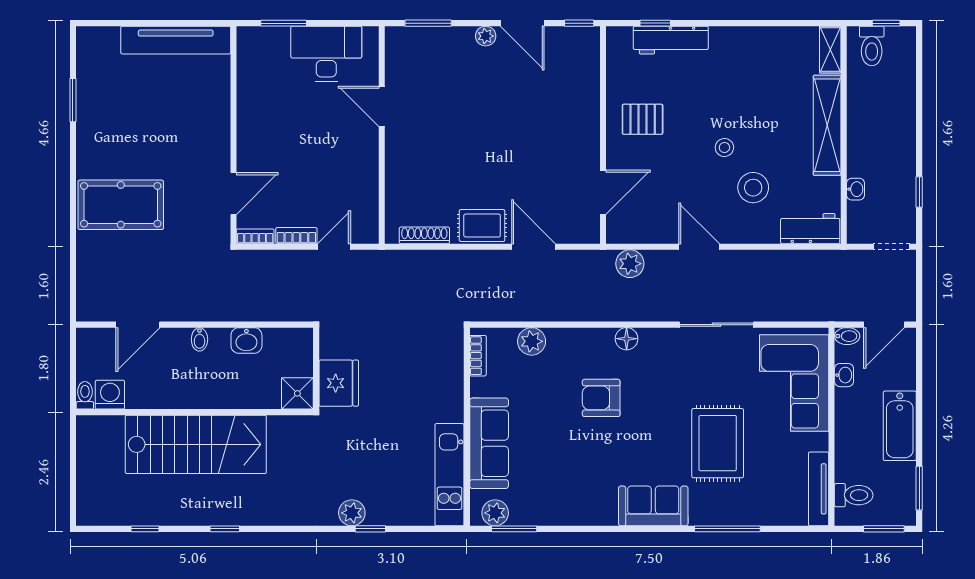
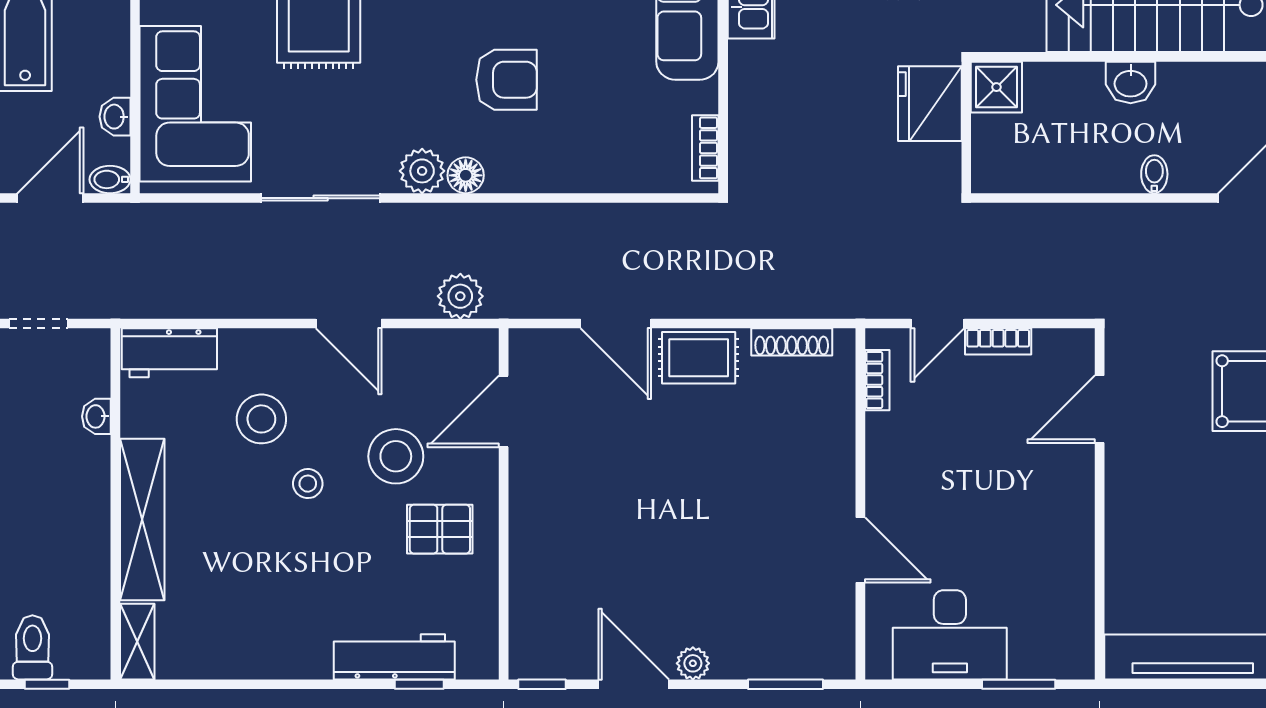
toilet: (872, 46) -> (32, 647), moved
stool: (670, 164) -> (396, 456), added
bookcase: (255, 236) -> (877, 380), moved, turned -90
washbasin: (246, 340) -> (1131, 82), moved, turned 180
plant: (532, 341) -> (422, 171), moved

